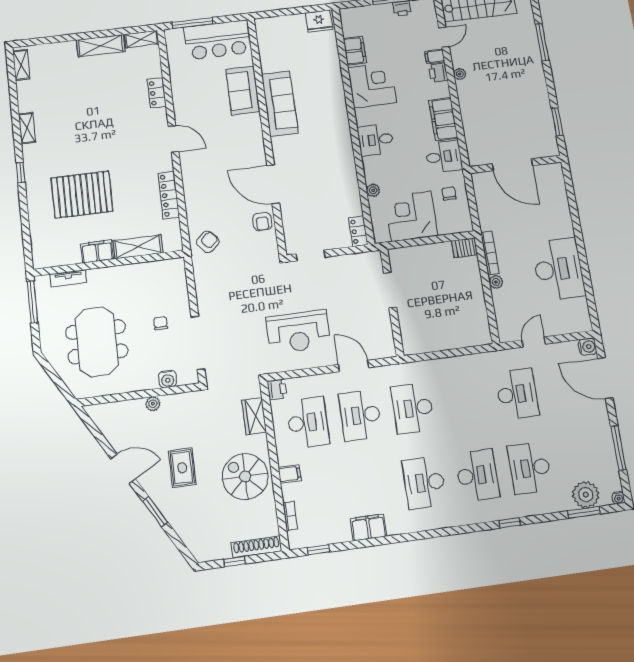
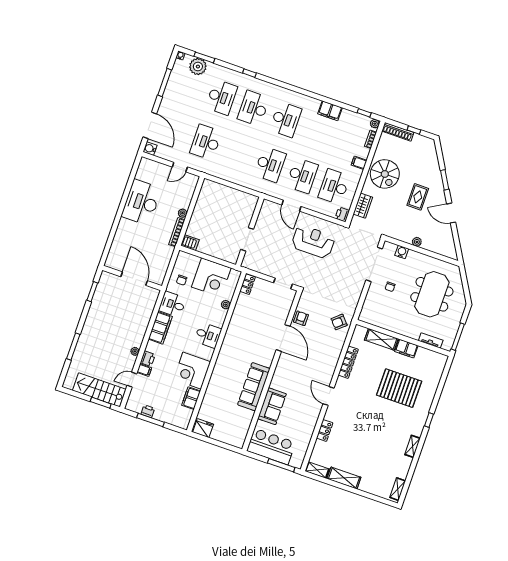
plant: (295, 542) -> (375, 124), added

